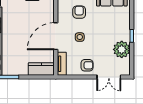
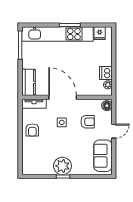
plant: (122, 49) -> (62, 166), moved
double door: (109, 77) -> (20, 153), removed

